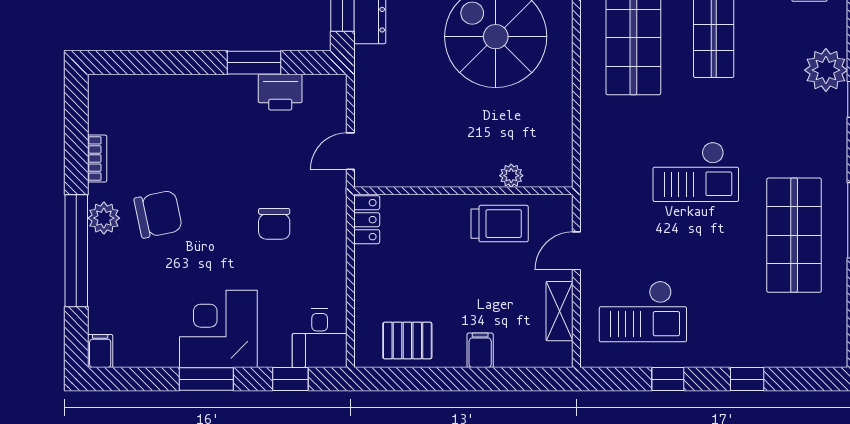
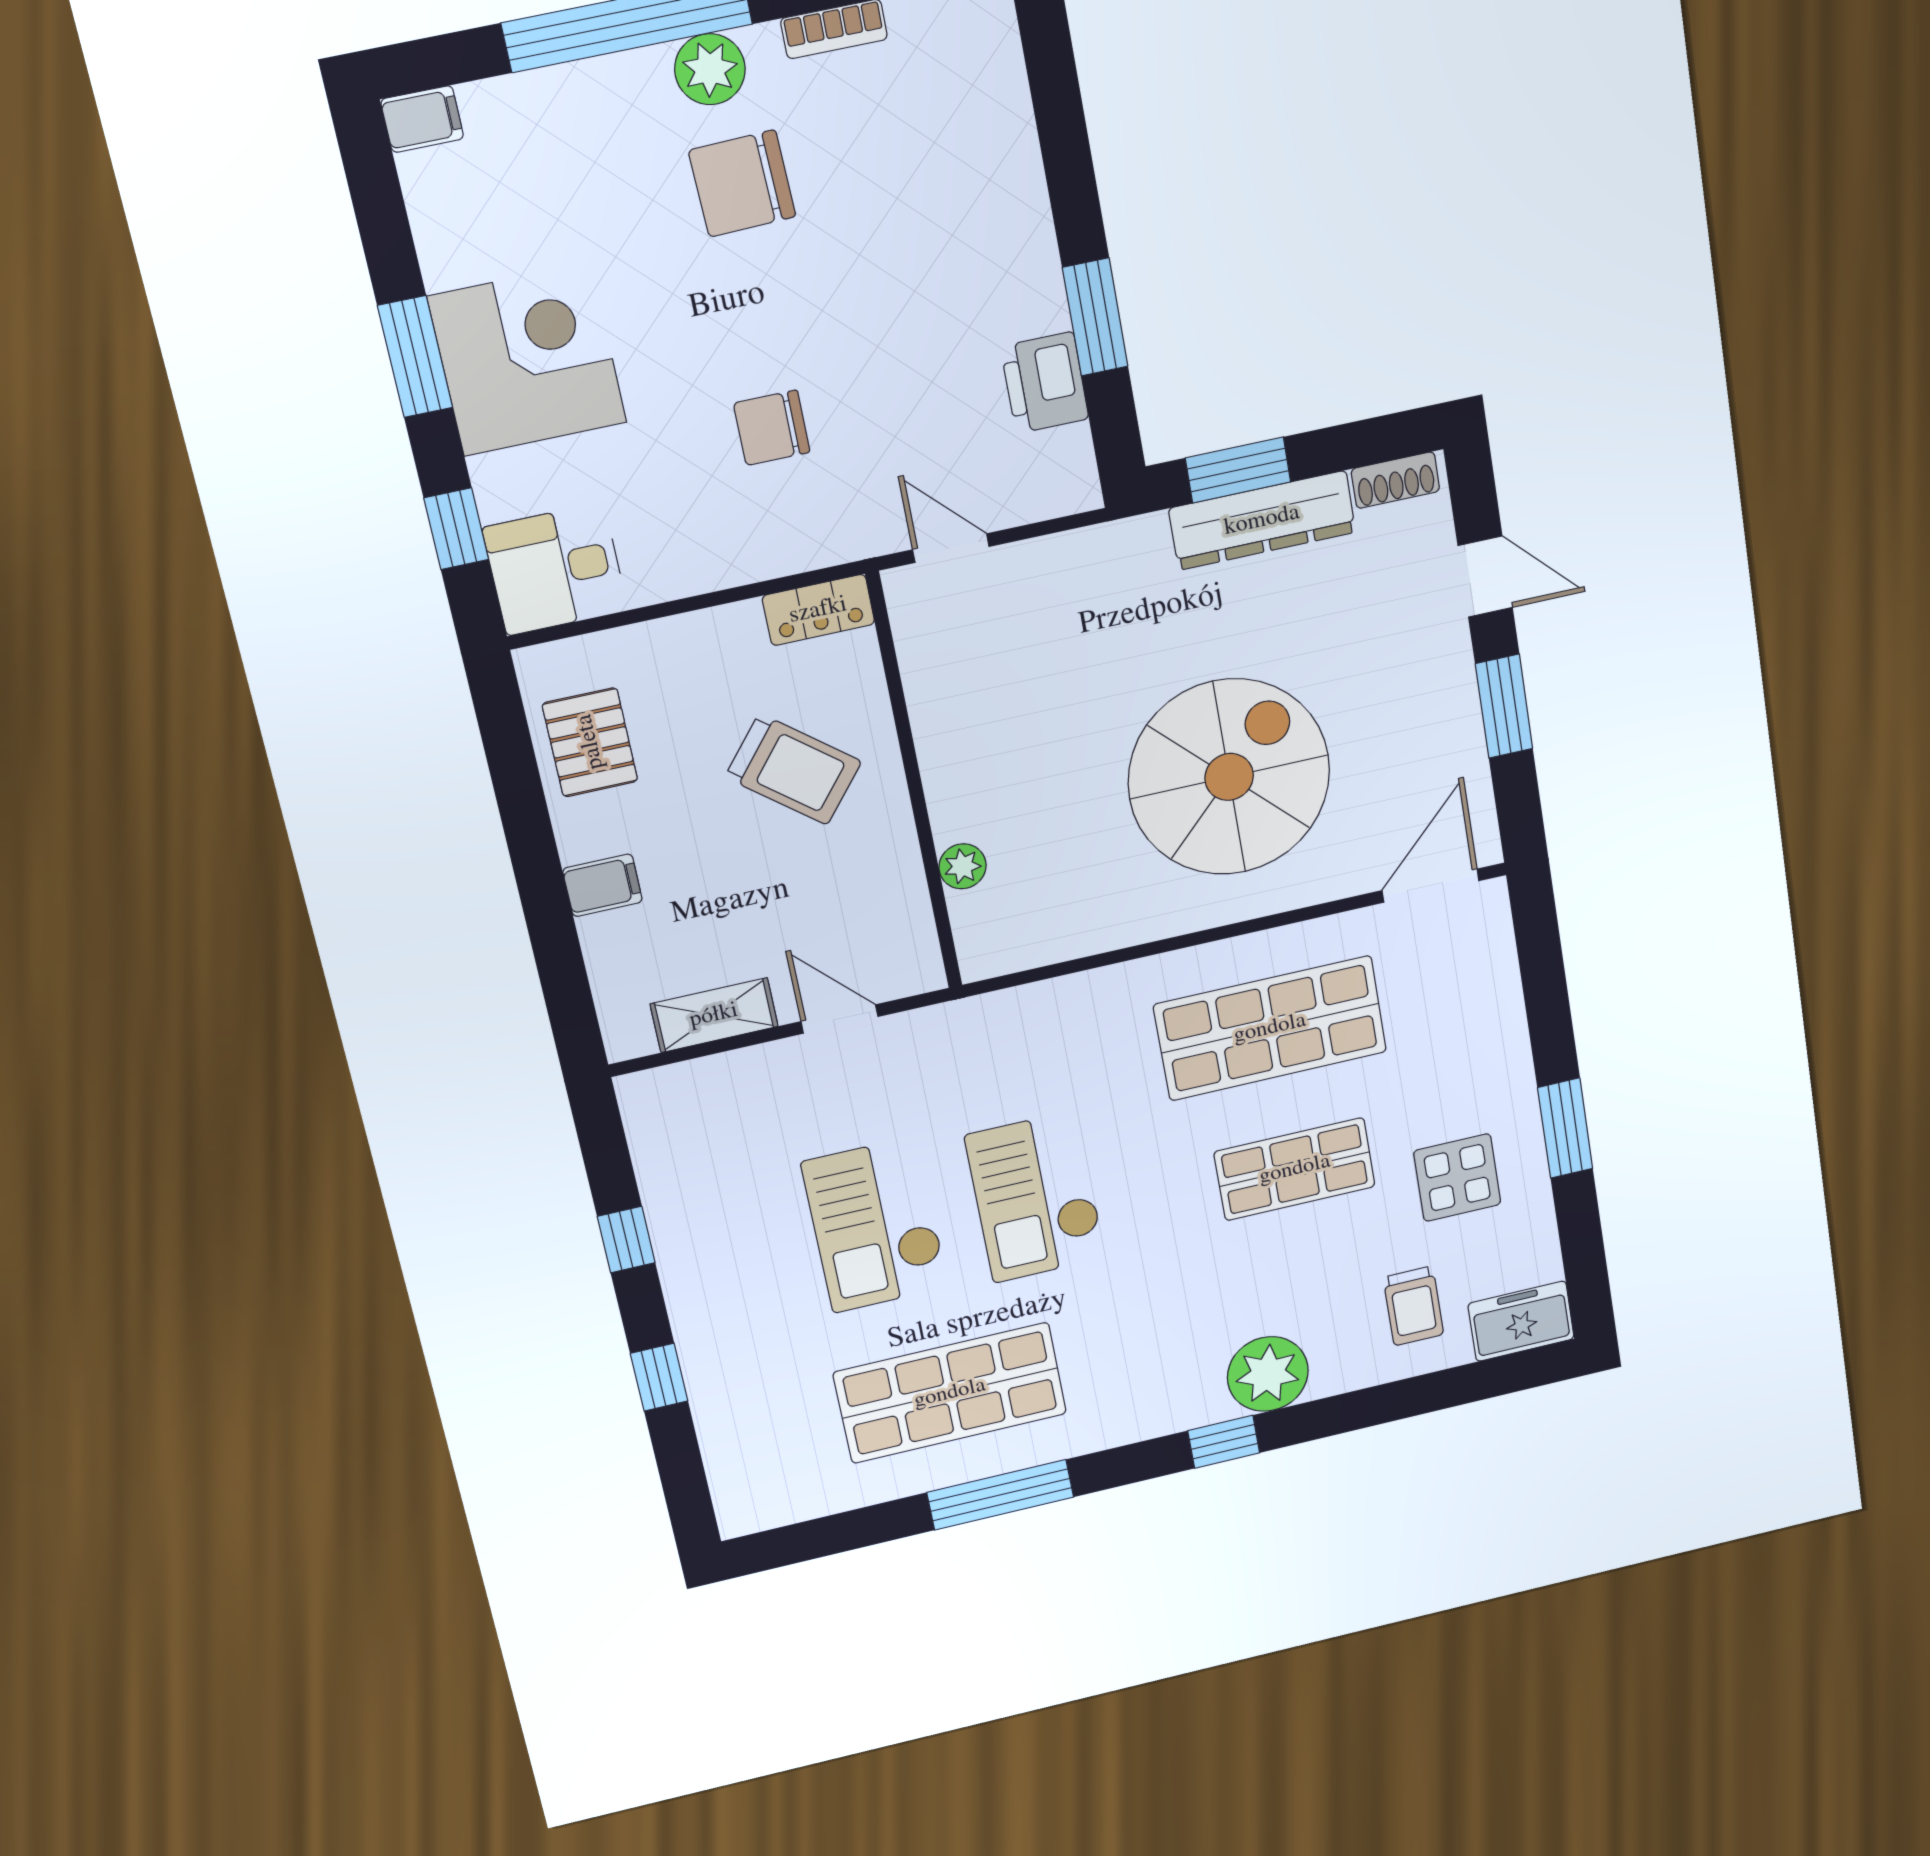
chair: (158, 214) -> (742, 184), turned 100
trolley: (500, 224) -> (793, 769), moved, turned -51
checkout: (643, 311) -> (875, 1225), moved

